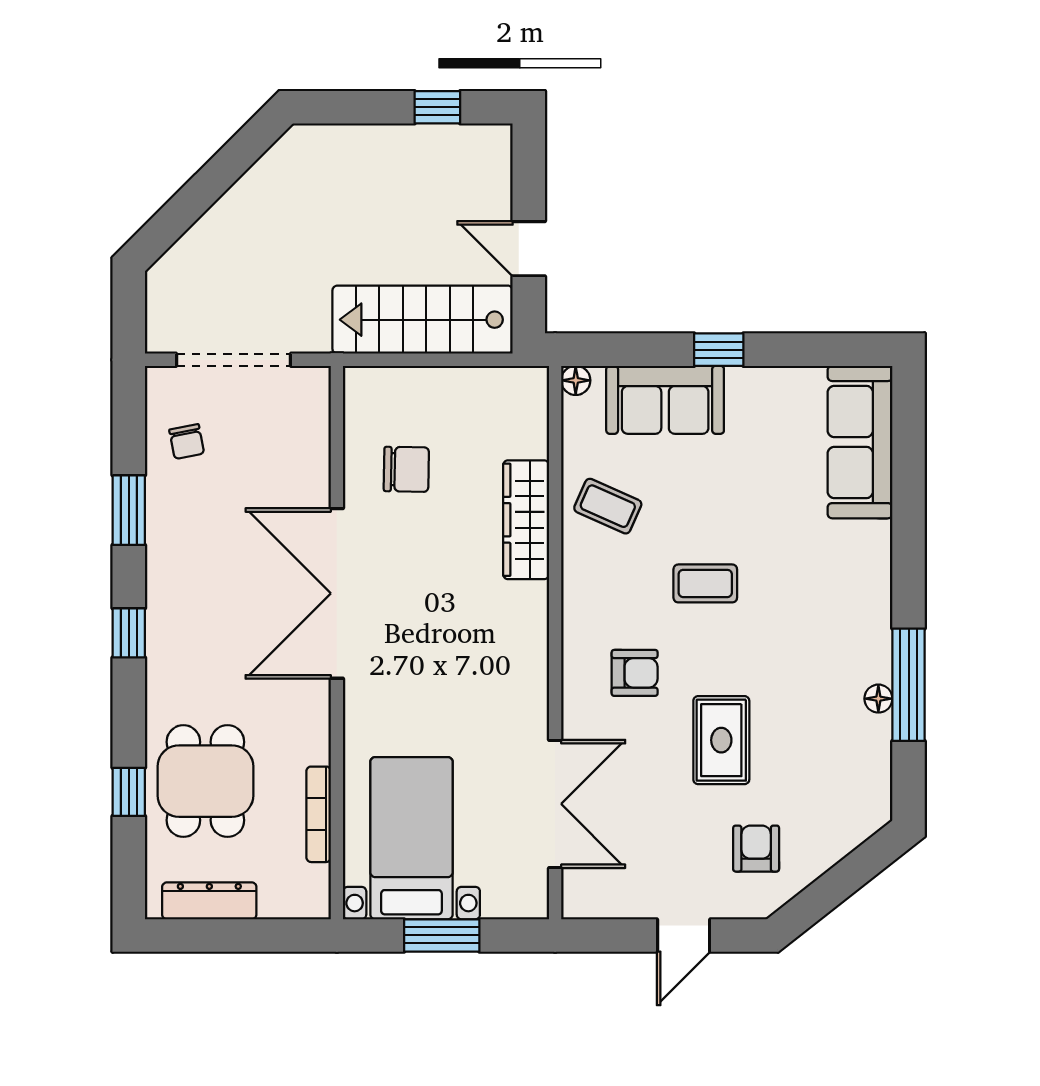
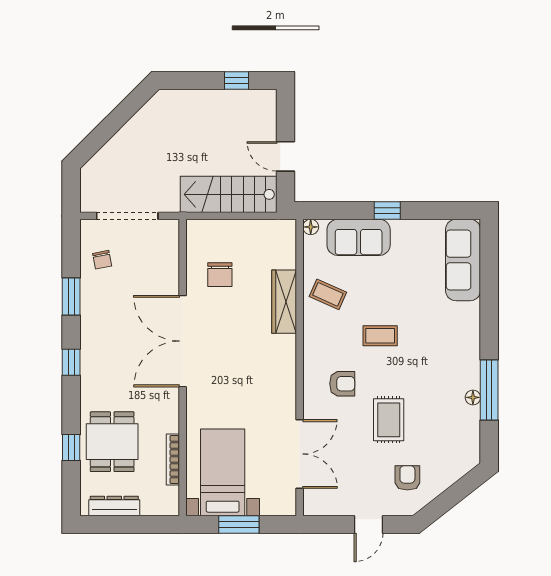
chair: (406, 469) -> (220, 275), turned 89

